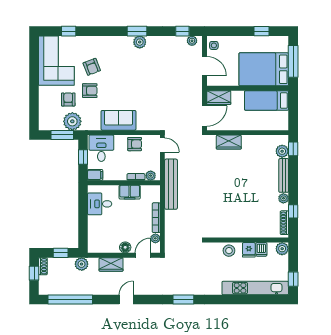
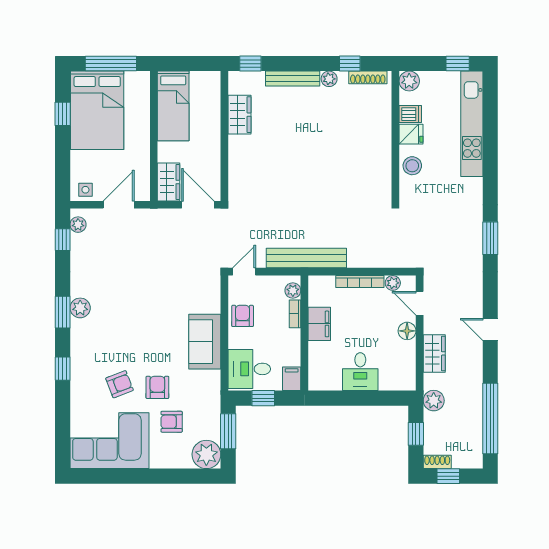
window: (69, 31) -> (63, 369), moved
bed: (264, 69) -> (97, 110), moved
plant: (72, 121) -> (206, 454), moved
wardrobe: (229, 142) -> (239, 115), moved
plant: (282, 151) -> (254, 81), removed
desk: (100, 204) -> (360, 372), moved

